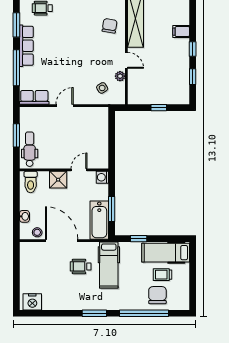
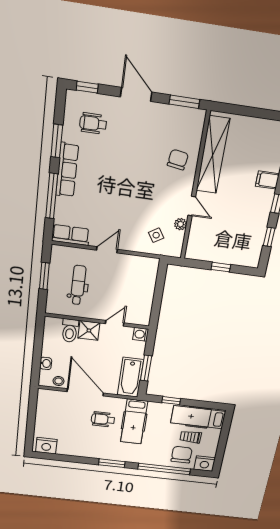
dental chair: (30, 149) -> (78, 285), moved
toilet: (31, 182) -> (70, 331), moved
nightstand: (180, 302) -> (205, 464), added

